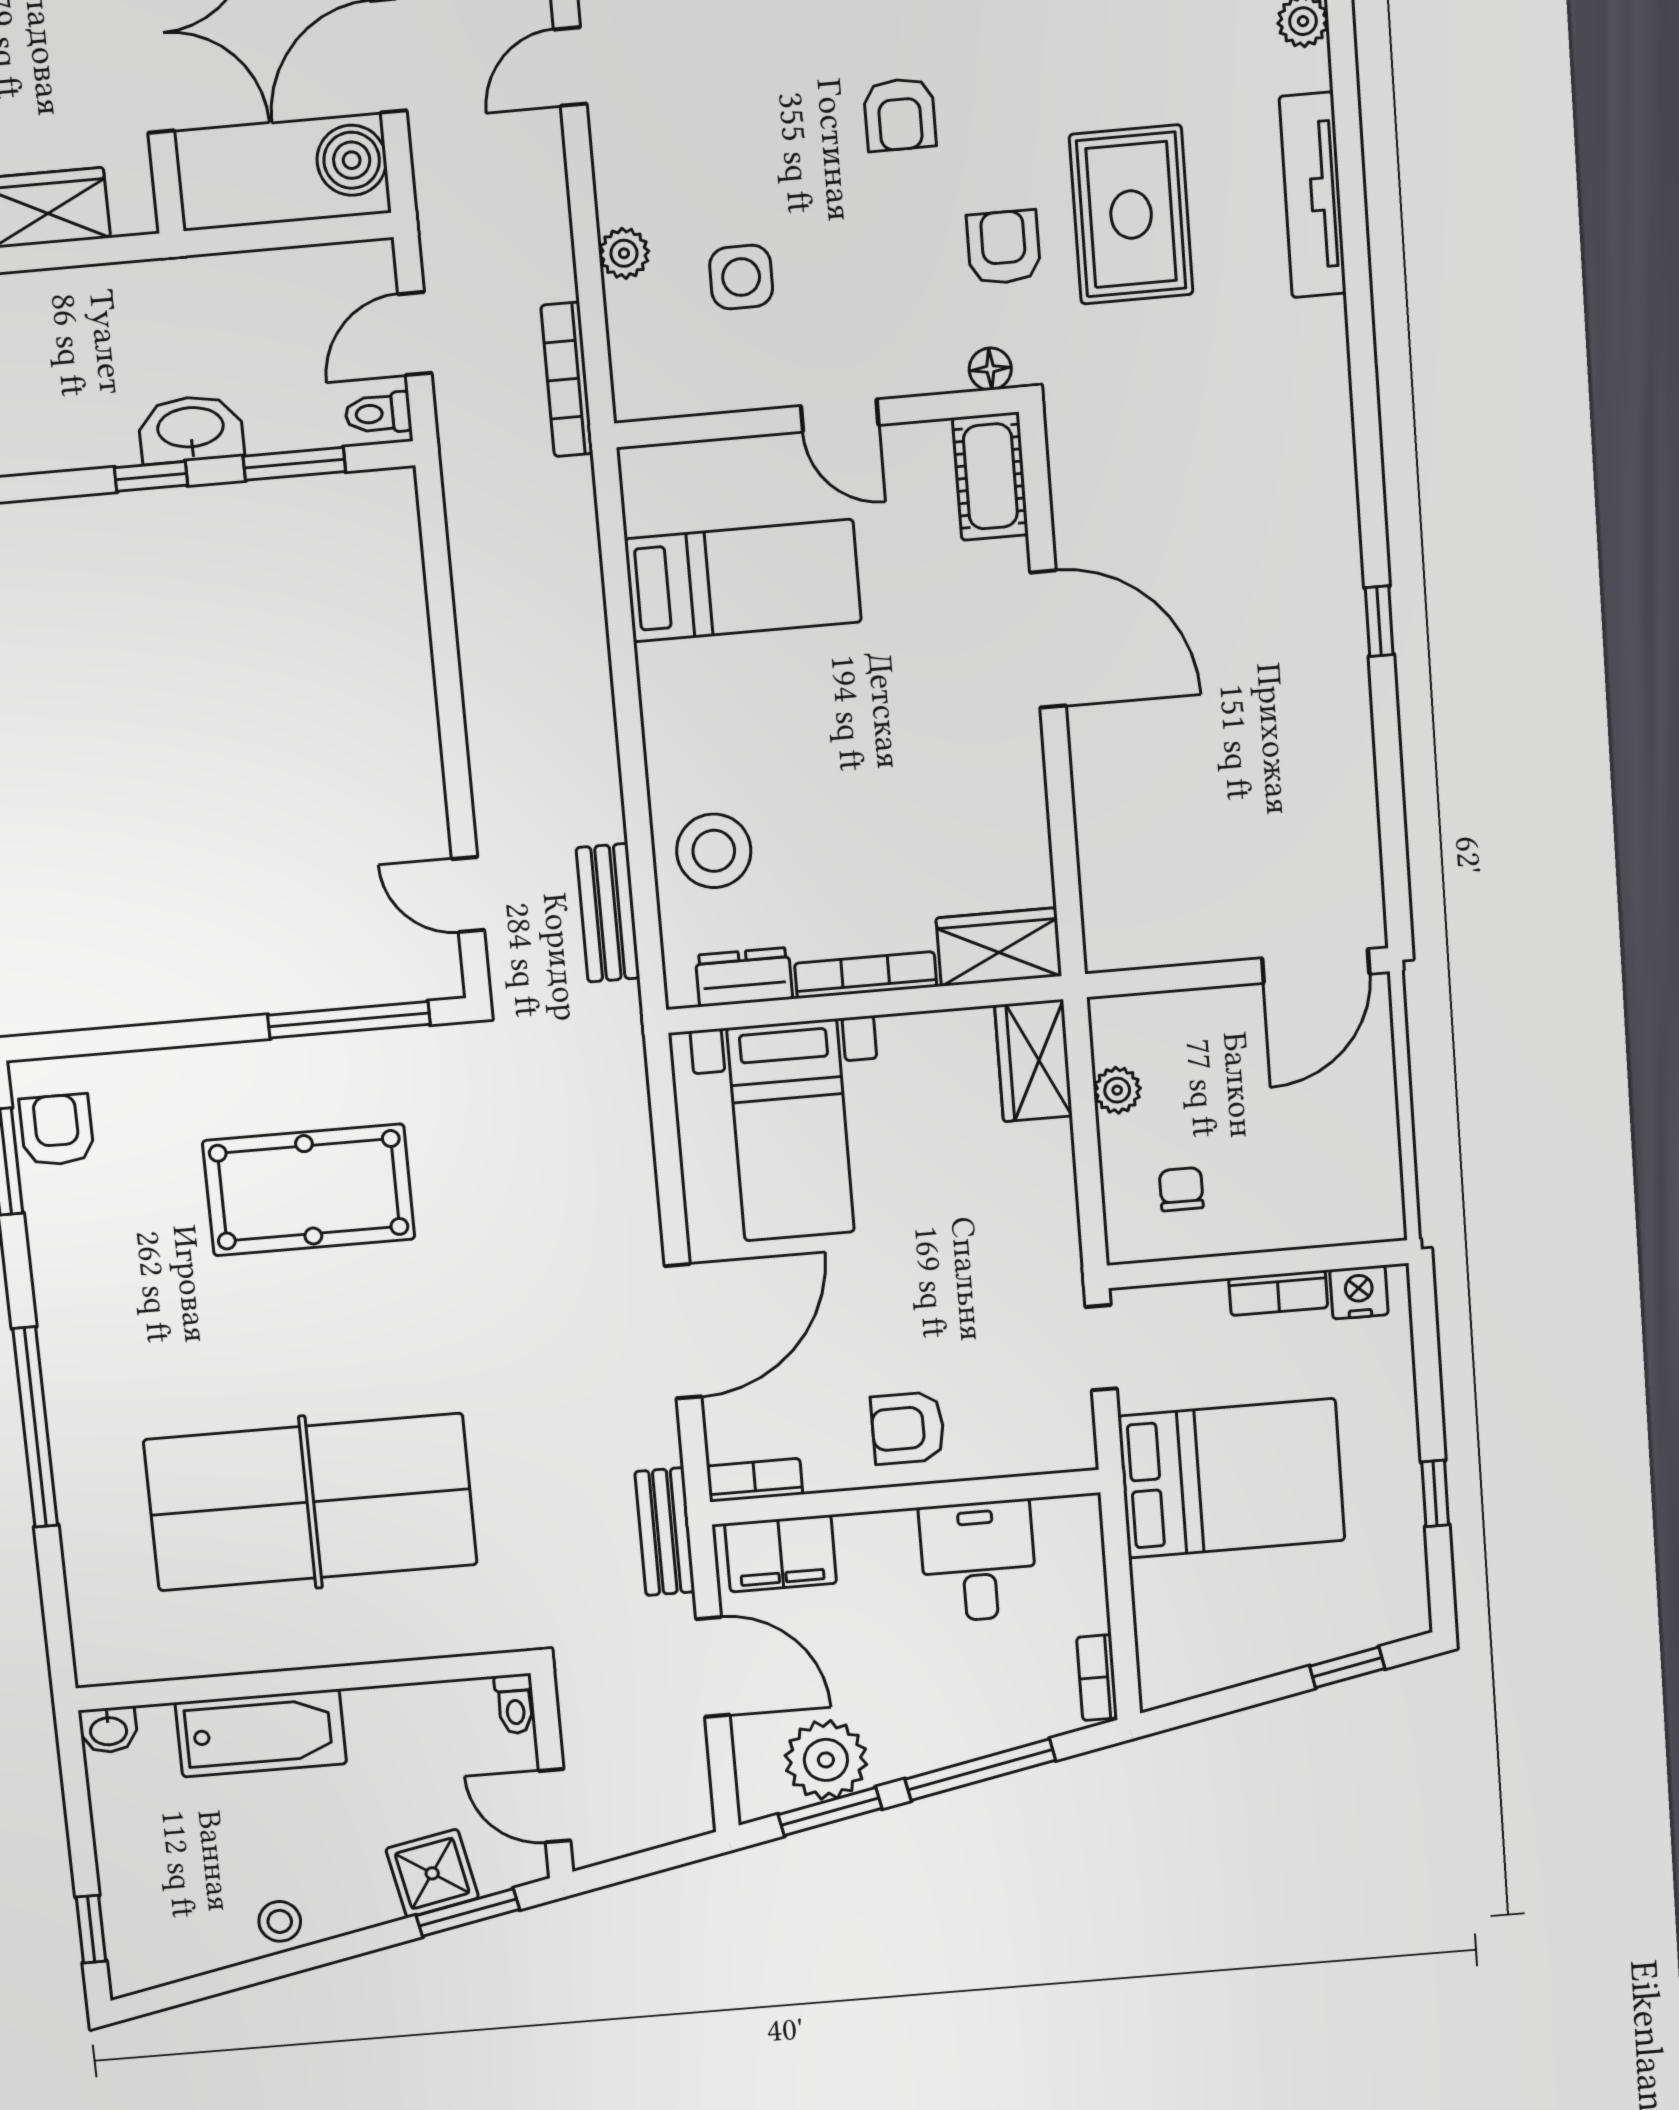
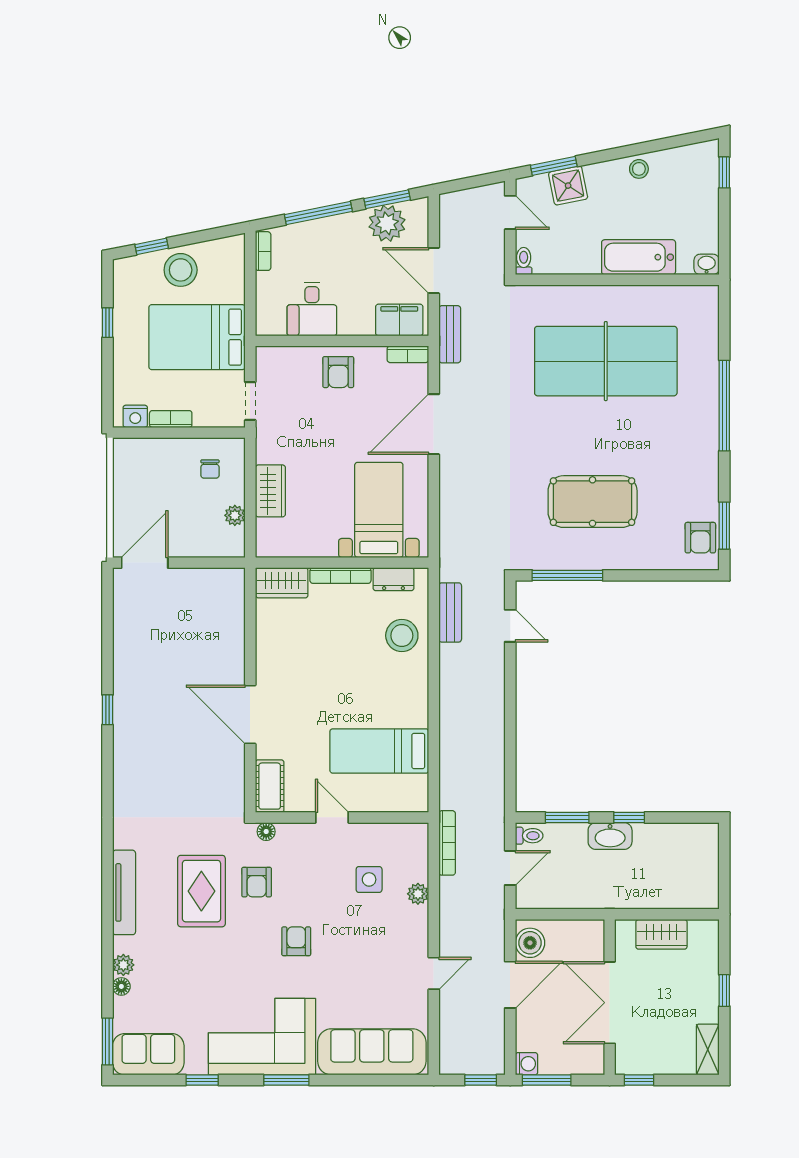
wardrobe: (1033, 1061) -> (270, 491), moved
armchair: (908, 1428) -> (338, 372), turned 90
stool: (1279, 1622) -> (181, 270), added

